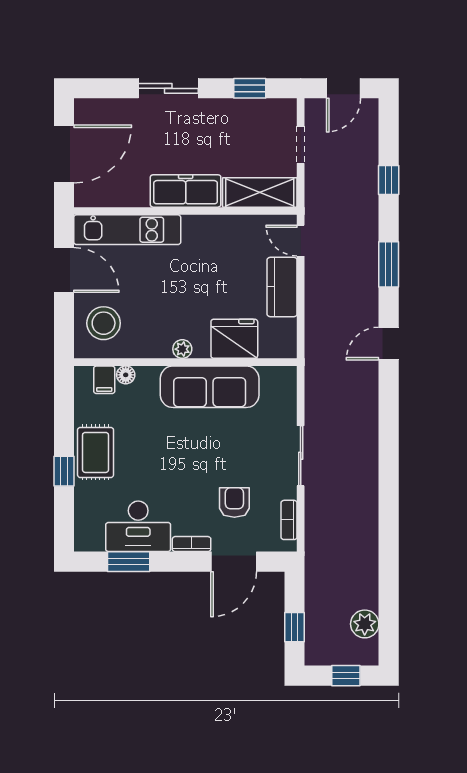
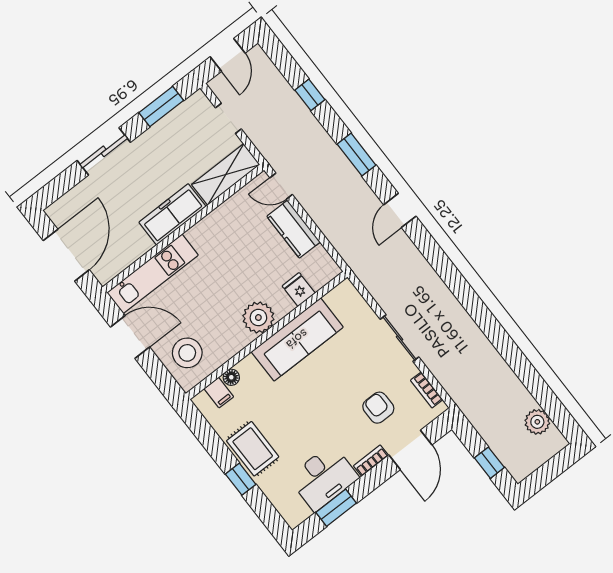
window: (250, 88) -> (161, 107), width x1.50
fridge: (234, 339) -> (299, 290), width x0.53, depth x0.75
plant: (182, 349) -> (258, 318), width x1.88, depth x1.88
window: (346, 676) -> (552, 469), removed

